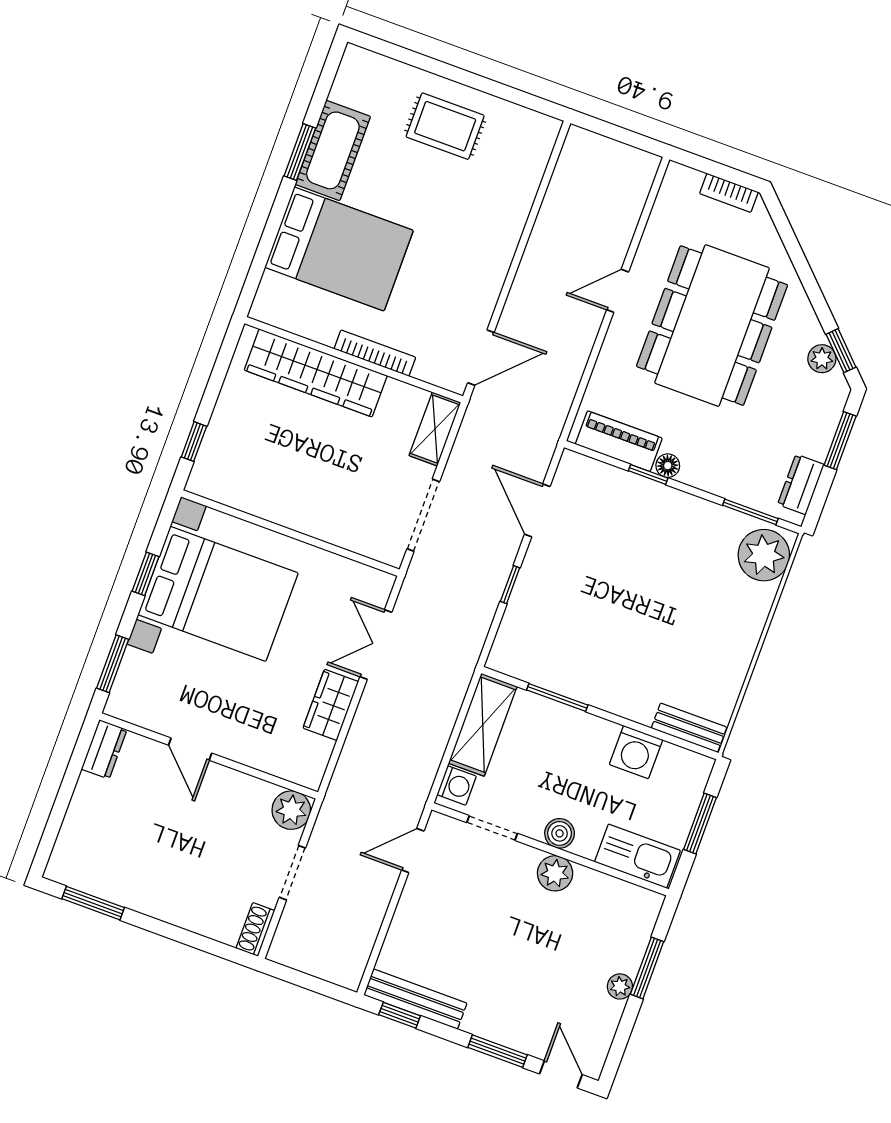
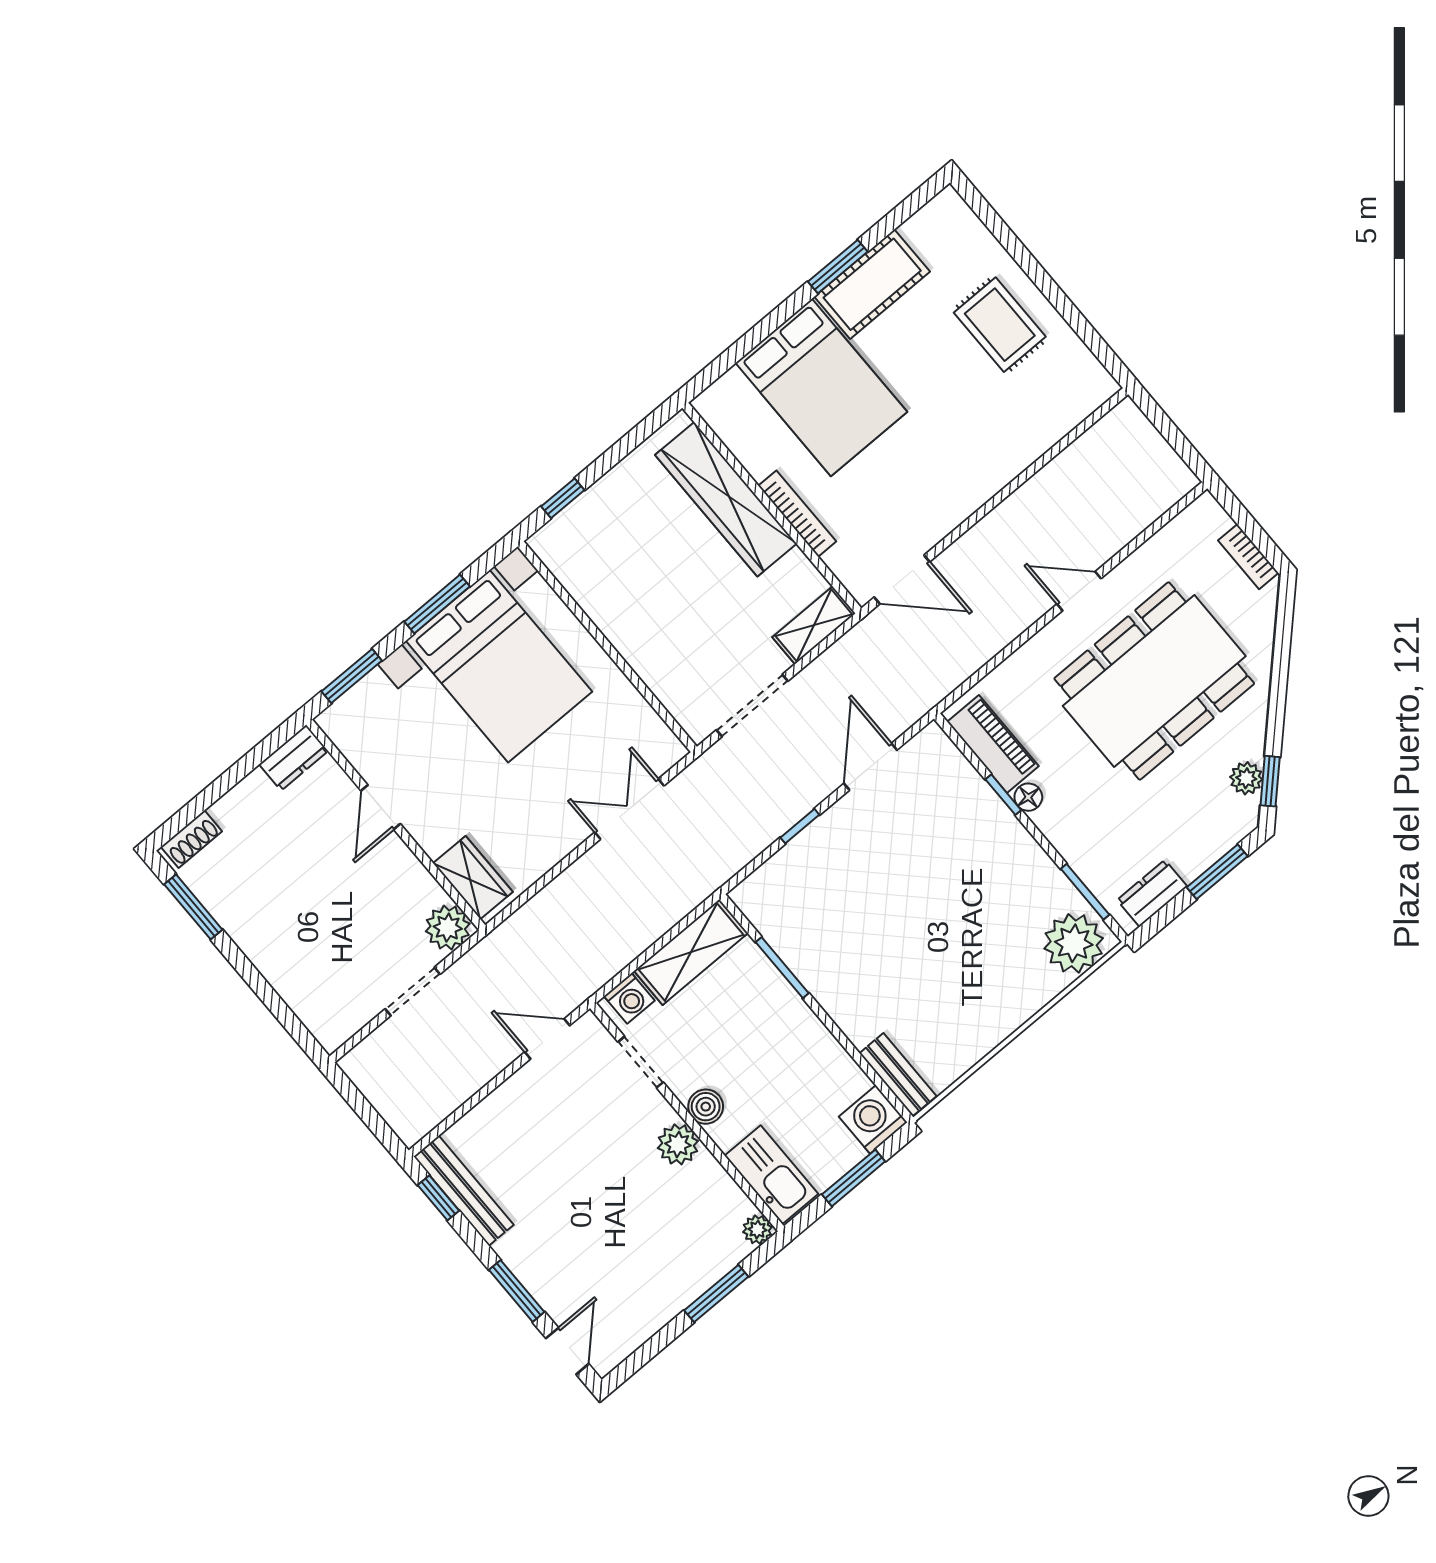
window: (146, 574) -> (437, 604), width x1.50
wardrobe: (331, 705) -> (473, 878), moved, turned 90
washing machine: (636, 752) -> (873, 1120), moved, turned 90
shoe rack: (255, 929) -> (191, 839), moved, turned 180
plant: (620, 986) -> (757, 1230), moved

